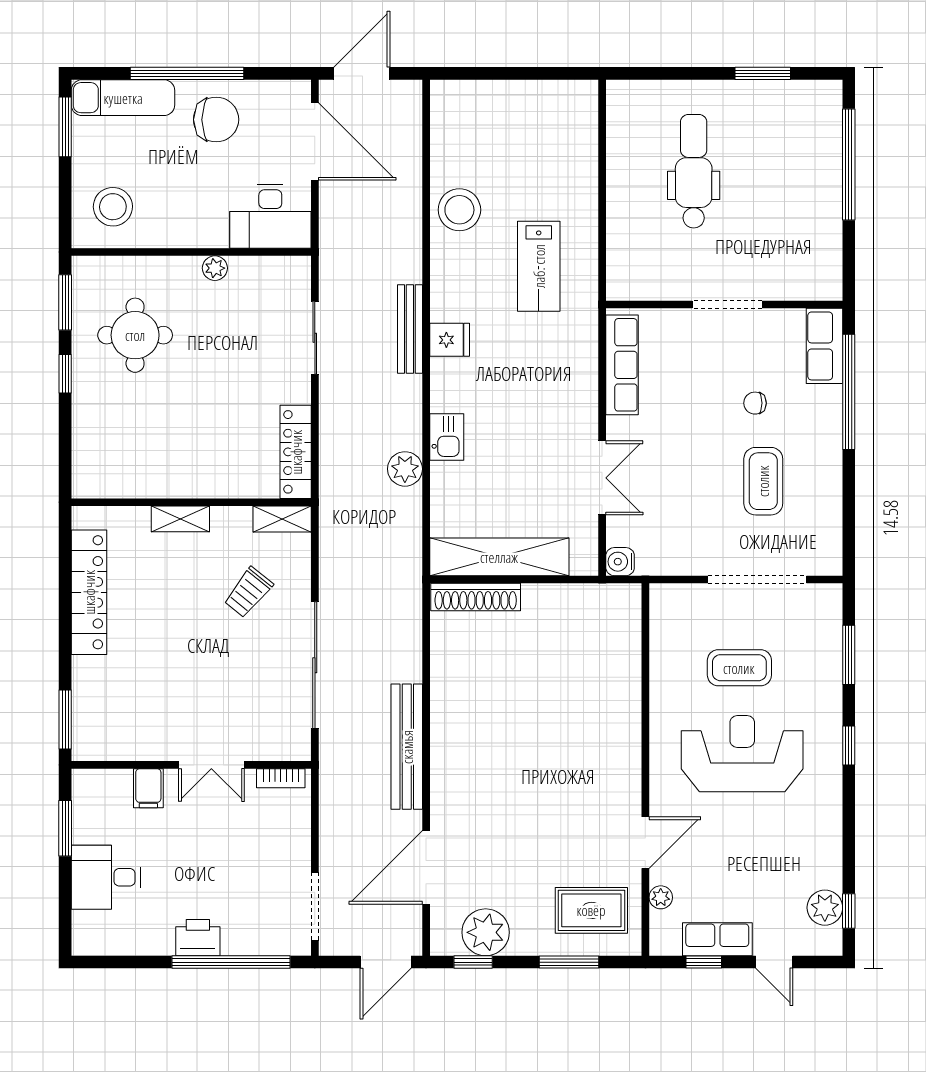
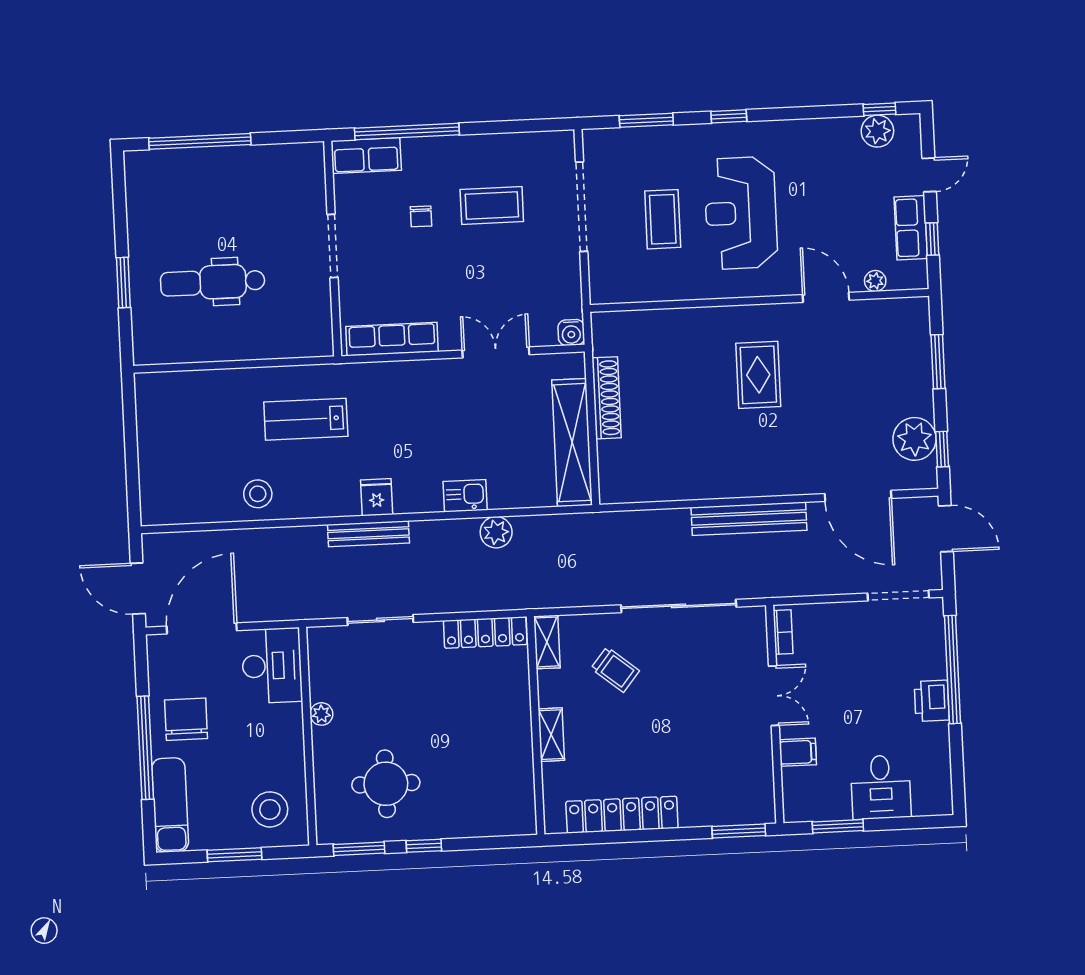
window: (763, 73) -> (123, 283), moved
window: (65, 127) -> (234, 855), moved
stool: (459, 210) -> (258, 494), width x0.73, depth x0.73
lab bench: (539, 266) -> (306, 419), turned 180
shoe rack: (476, 597) -> (607, 398), moved
rug: (591, 910) -> (758, 375), moved

